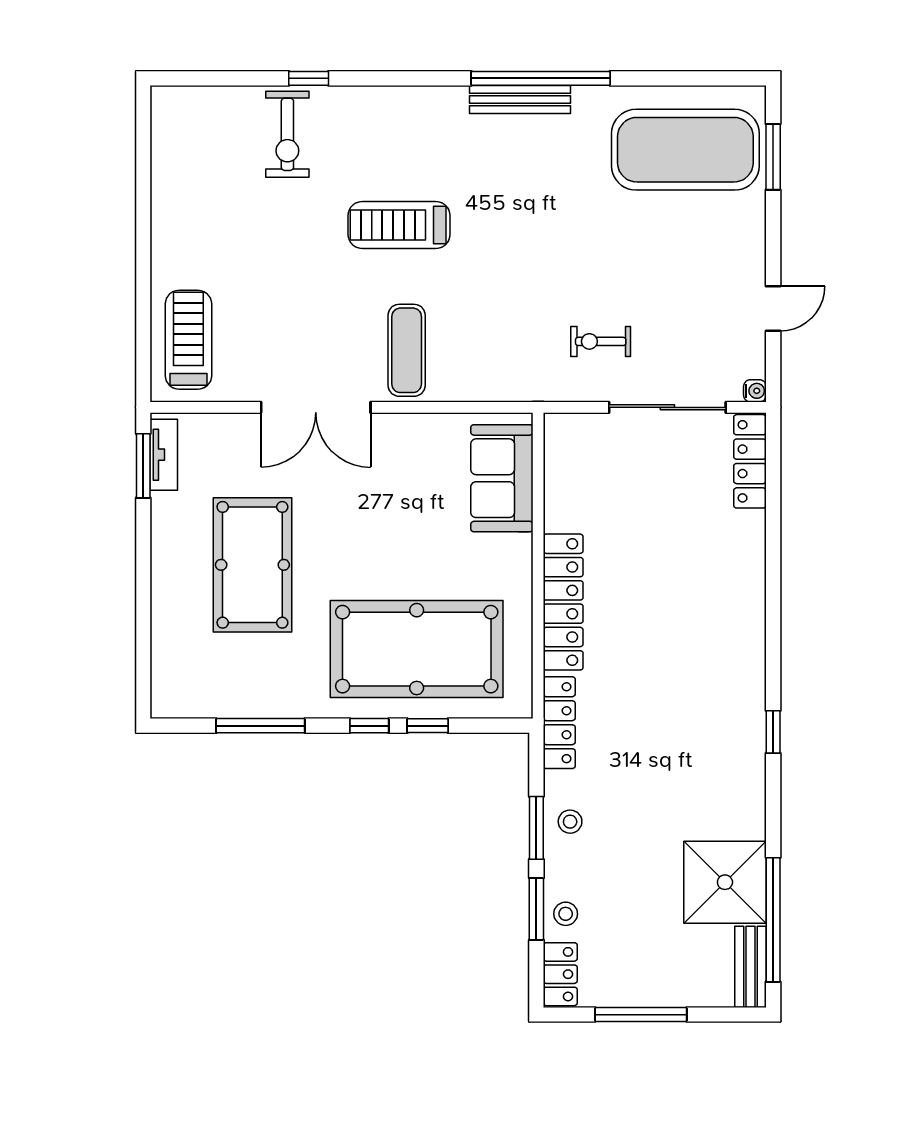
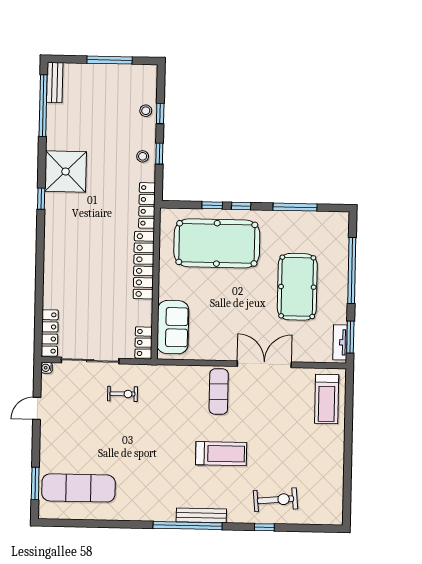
window: (541, 78) -> (188, 526), moved
bench: (520, 100) -> (201, 515), moved
exercise bike: (287, 134) -> (275, 500), turned 85
exercise mat: (685, 150) -> (79, 488), width x0.68
window: (143, 600) -> (352, 270), added
window: (536, 828) -> (159, 154), width x0.67
shower: (725, 882) -> (66, 172), moved
window: (536, 909) -> (160, 113), width x0.67
locker: (560, 974) -> (144, 343), moved

